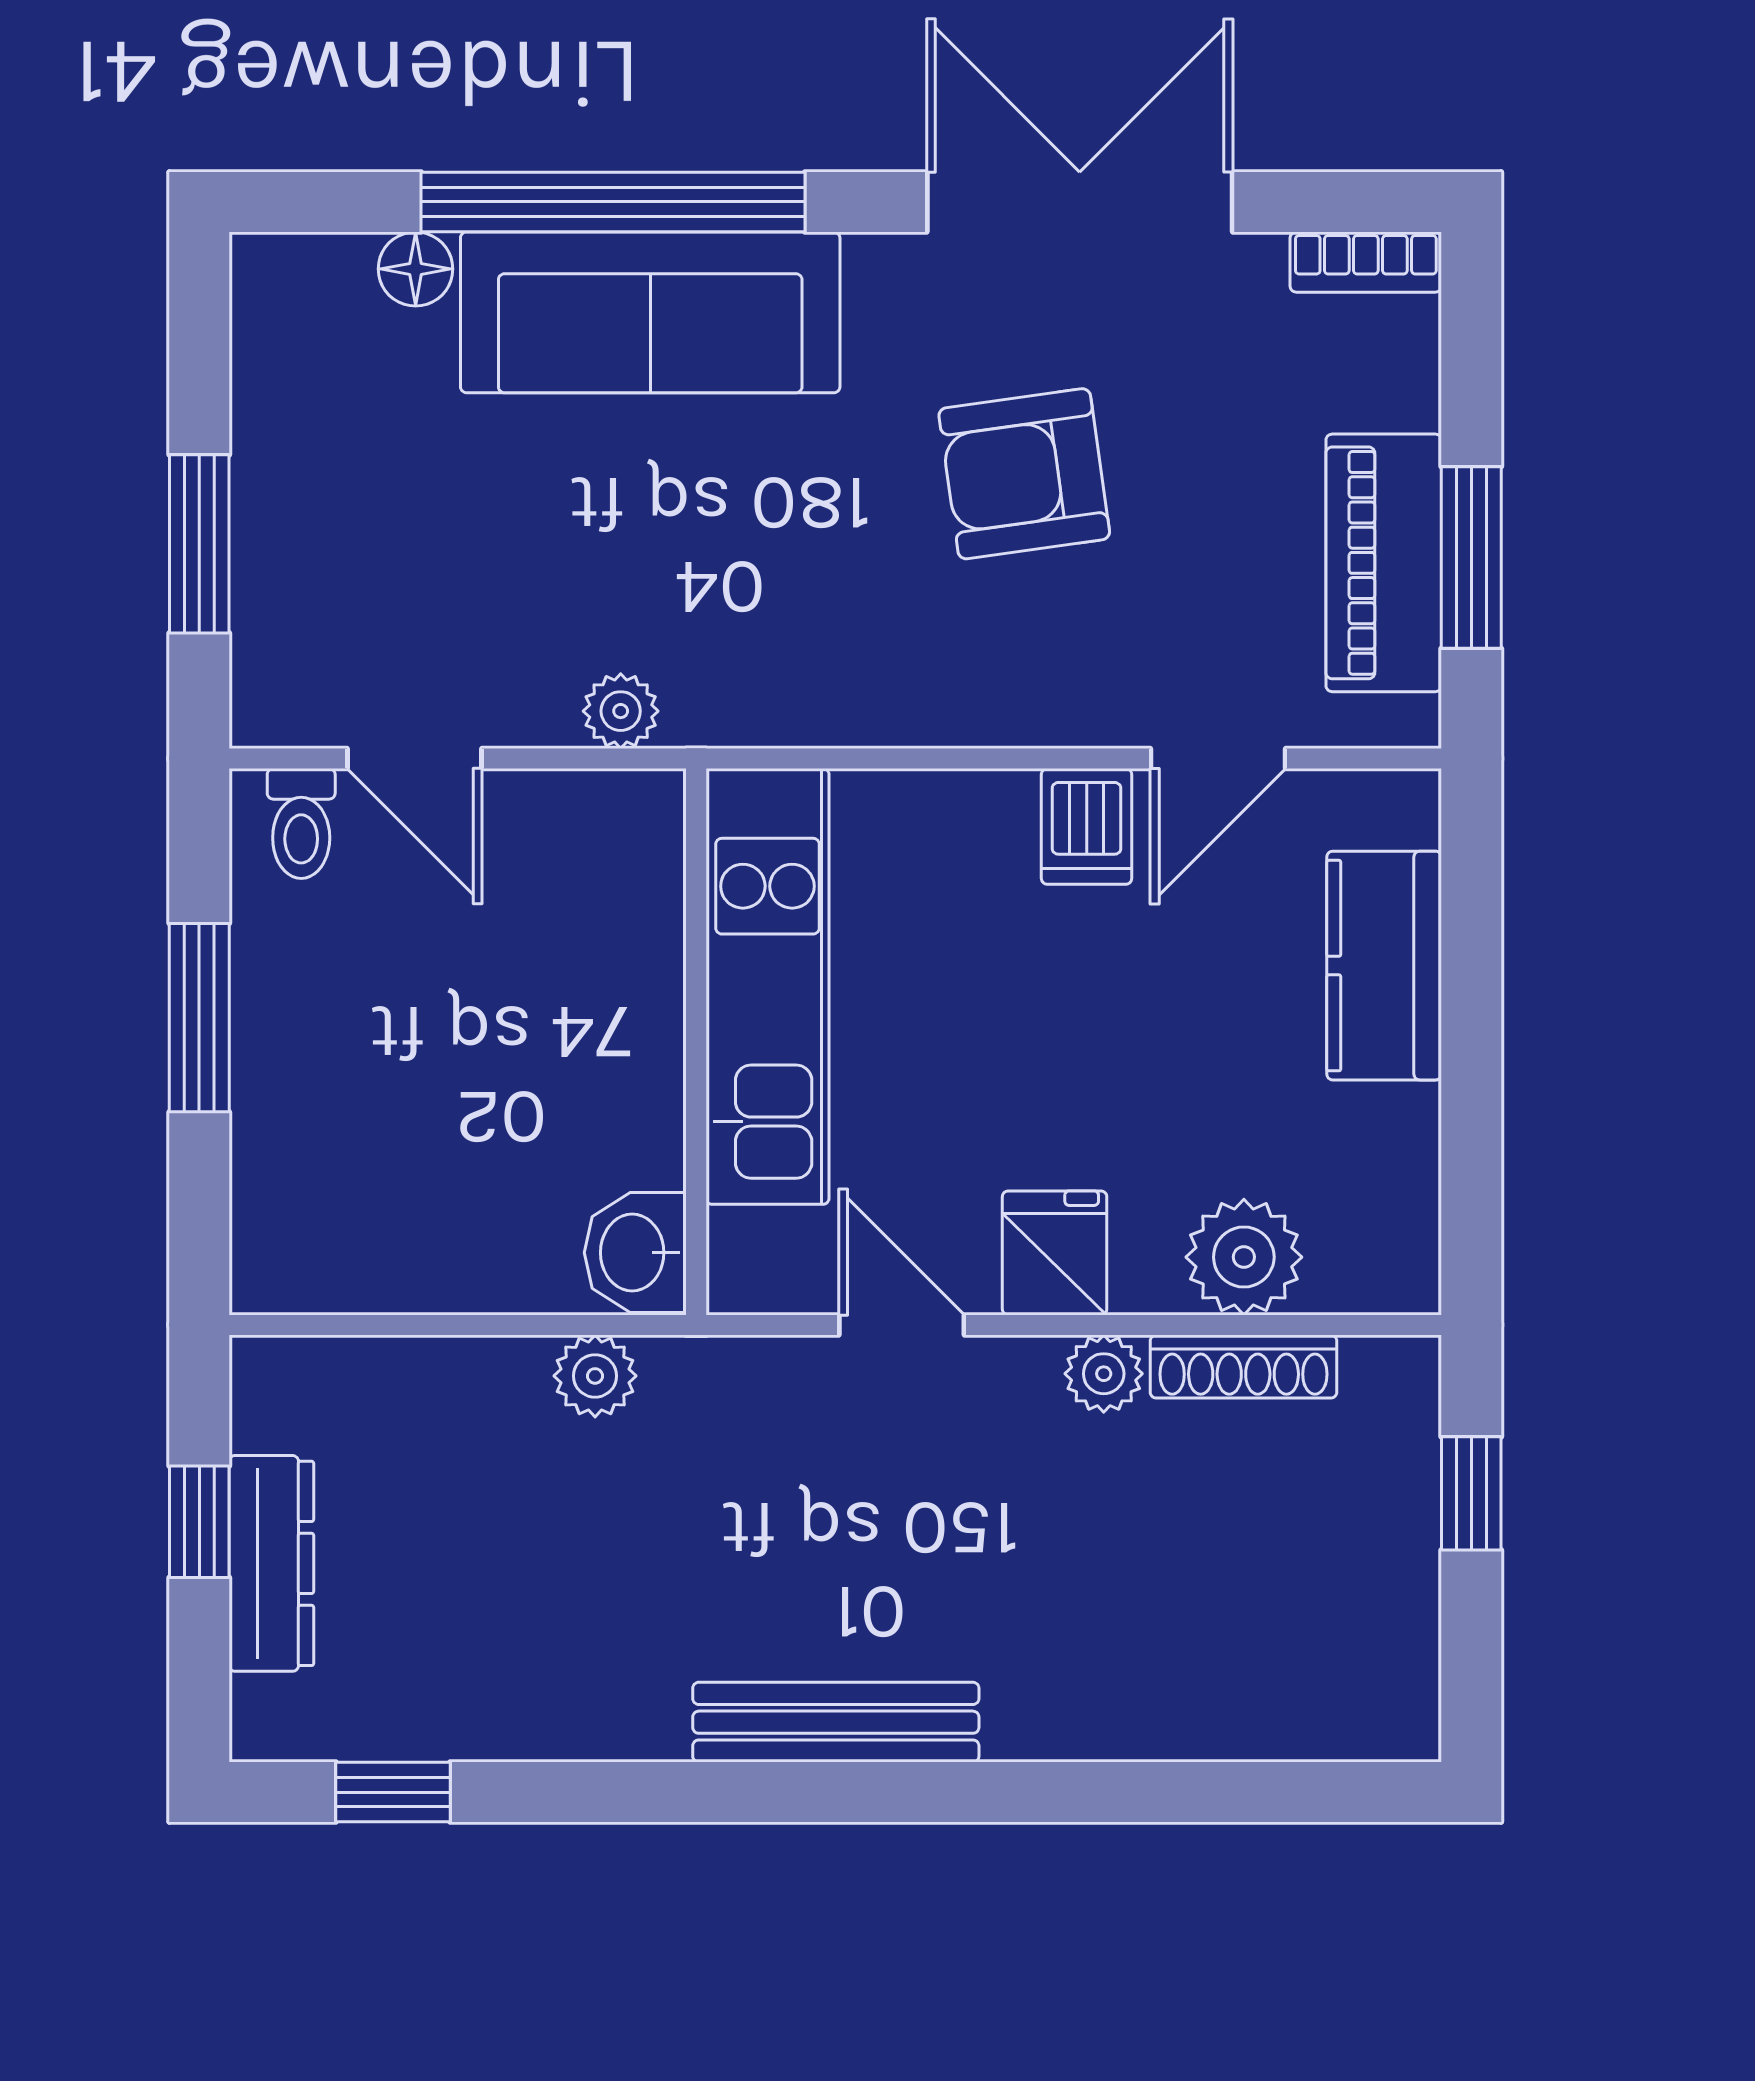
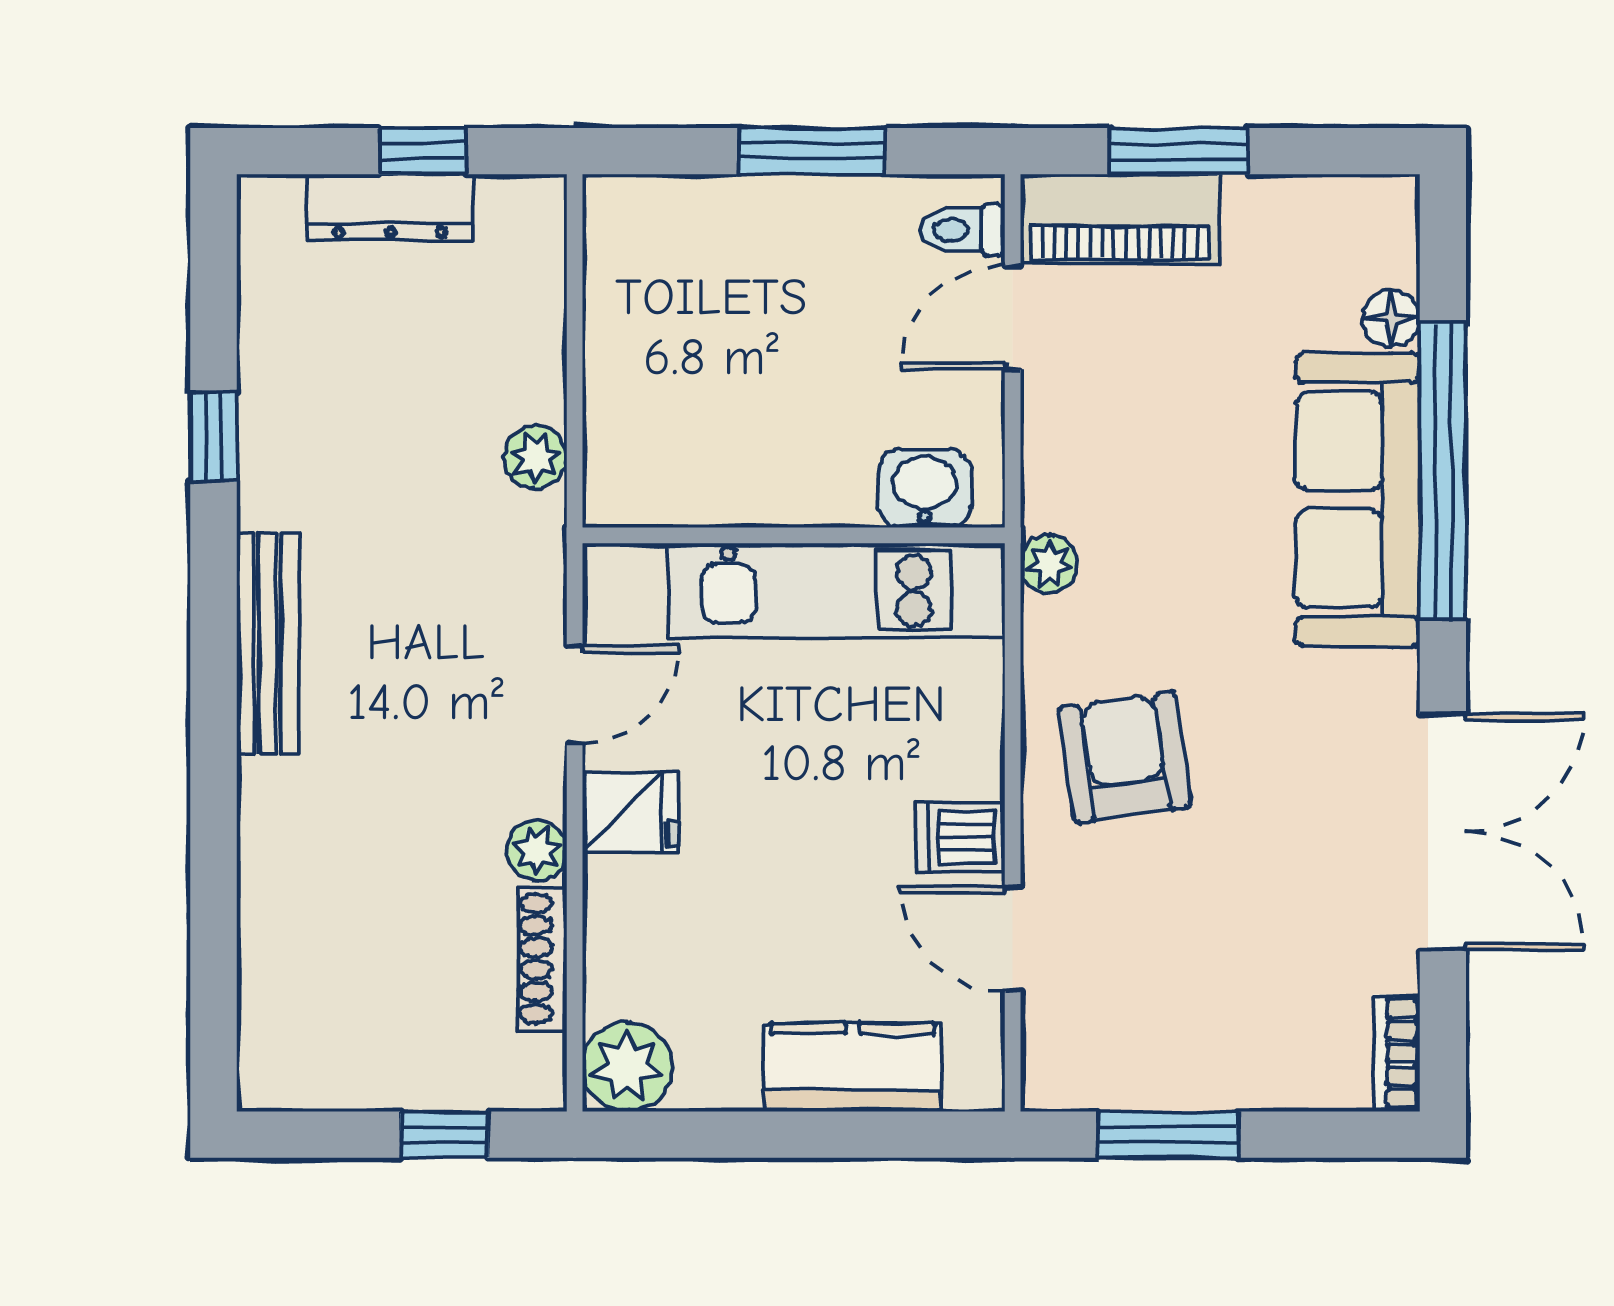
armchair: (1024, 474) -> (1125, 757), moved
piano: (1384, 563) -> (1120, 219), moved, turned 180
plant: (621, 711) -> (1049, 564), moved
washbasin: (635, 1253) -> (925, 488), moved
plant: (1244, 1257) -> (627, 1067), moved
window: (393, 1792) -> (213, 437), moved

